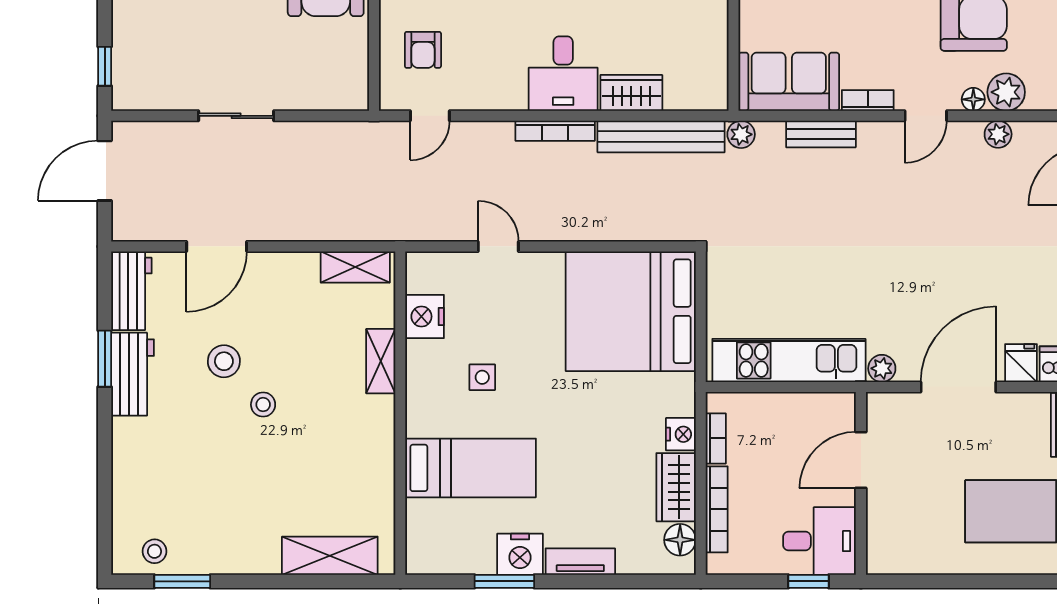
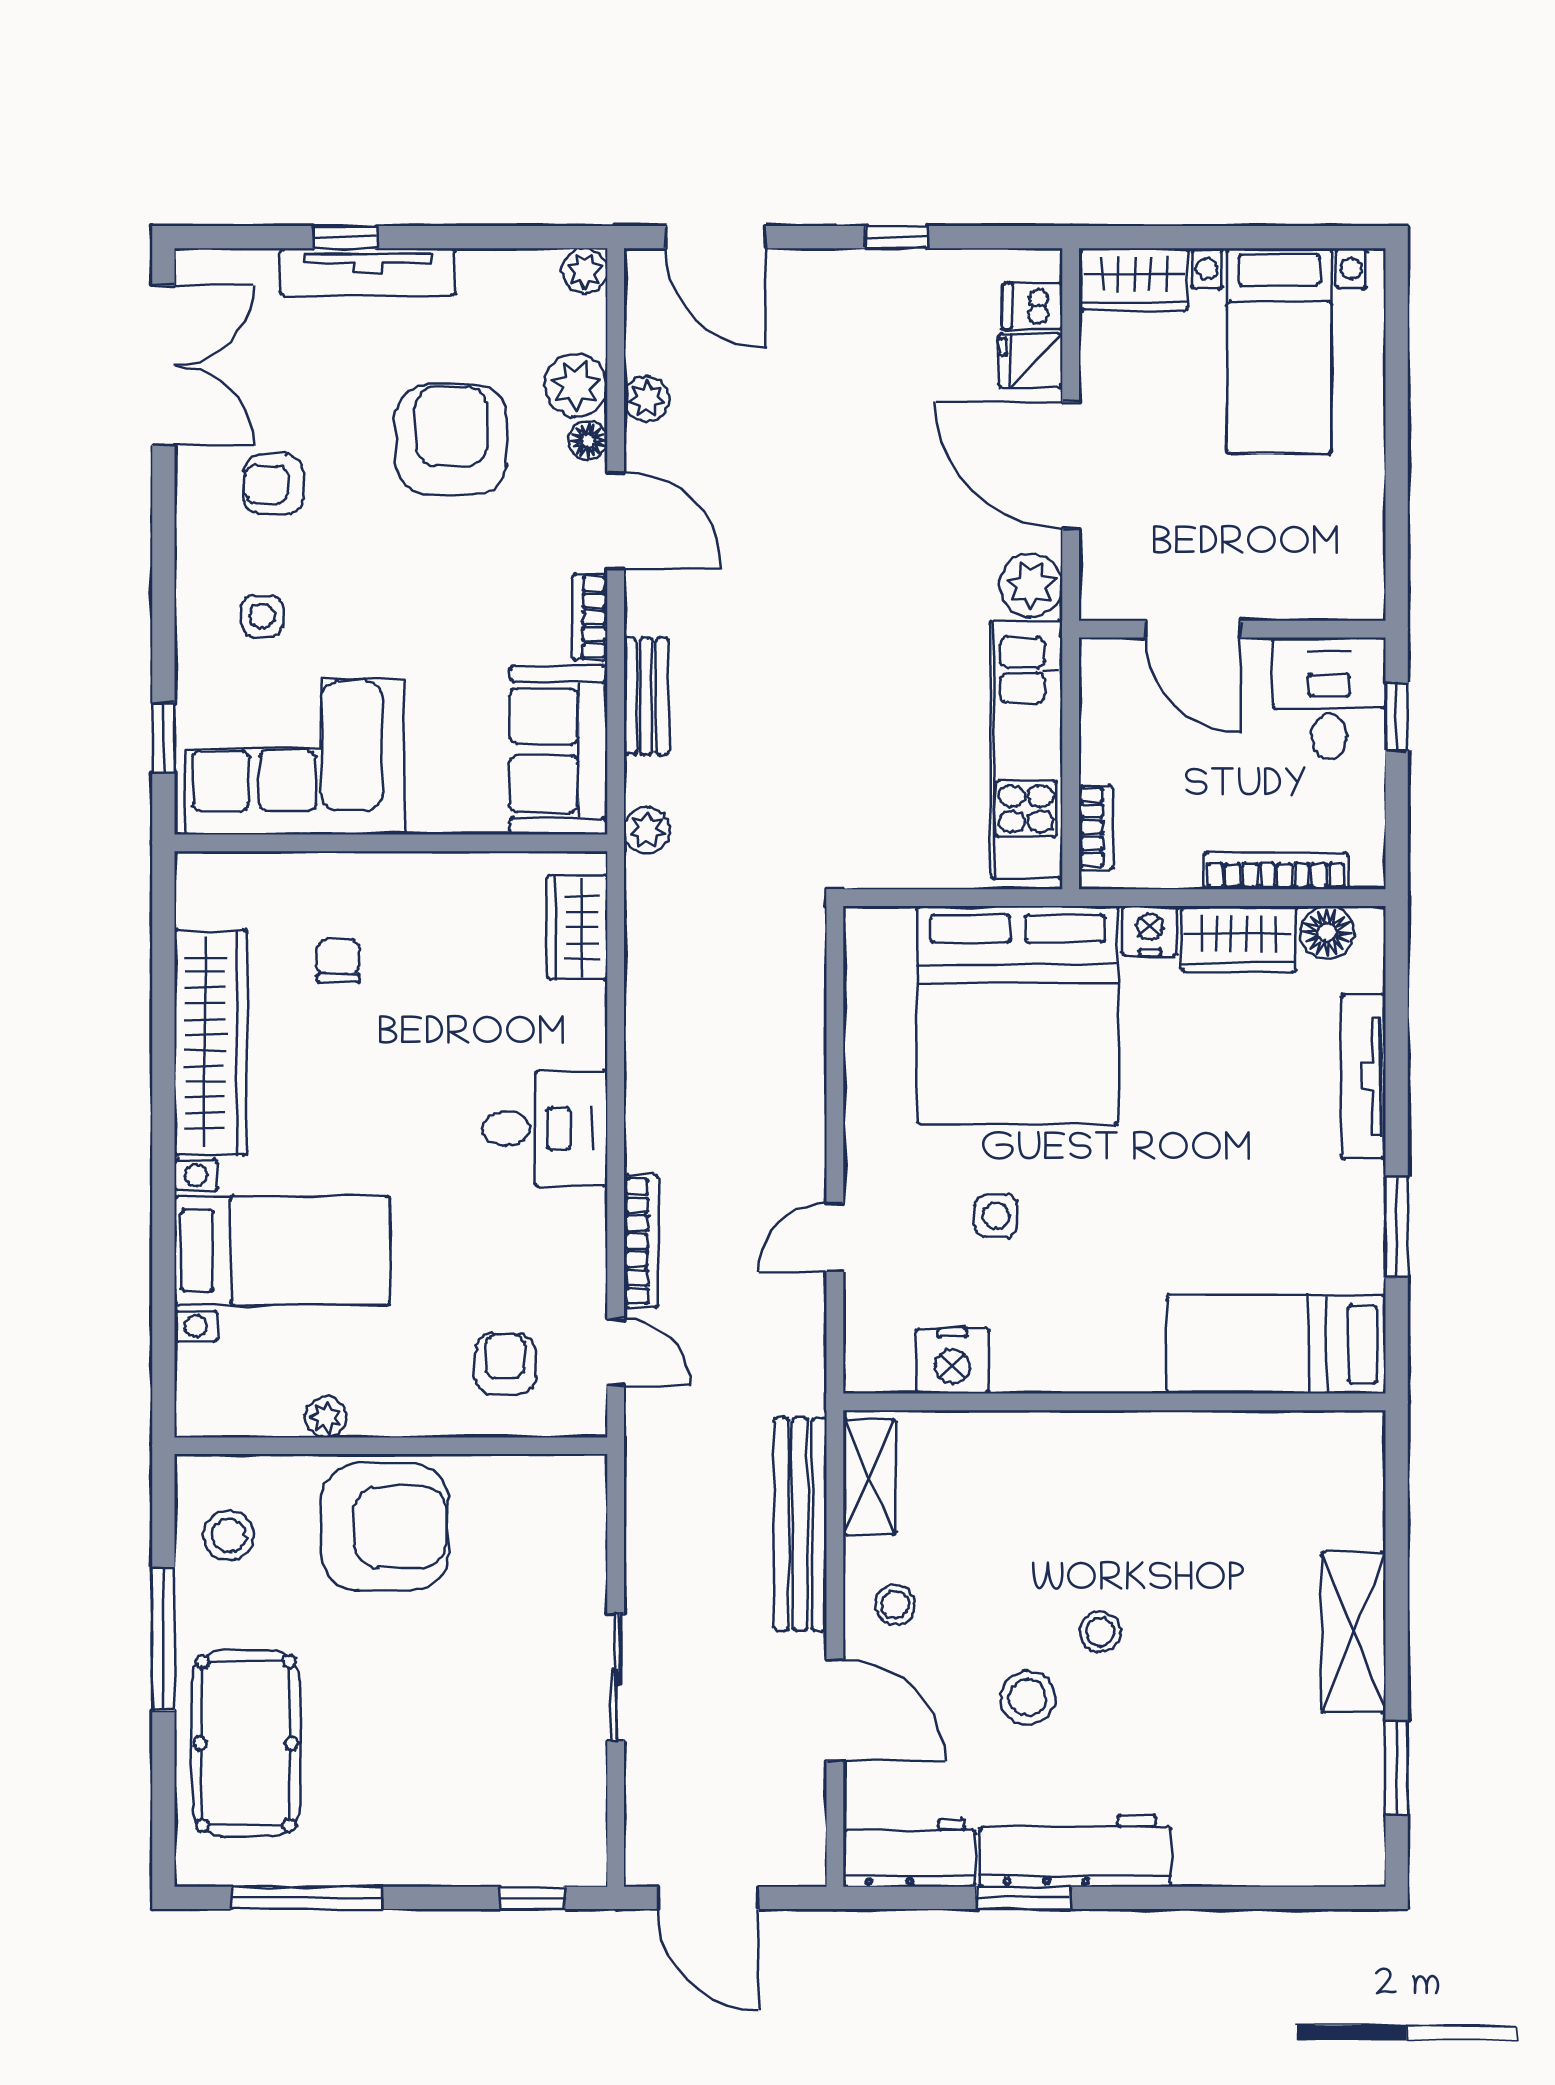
armchair: (423, 50) -> (505, 1364), turned -90
wardrobe: (631, 93) -> (577, 928), moved
door: (926, 116) -> (616, 520), width x1.38
bookcase: (555, 131) -> (641, 1241), moved
bench: (661, 137) -> (800, 1524), moved
bed: (631, 311) -> (1018, 1015), moved
shelving: (381, 361) -> (1027, 1435), removed
plant: (882, 368) -> (1031, 585), width x1.38, depth x1.38
workbench: (133, 374) -> (1075, 1851), width x1.37
side table: (482, 377) -> (996, 1216), moved
bookcase: (716, 438) -> (1096, 827), moved, turned 90
bed: (471, 468) -> (1276, 1344), moved, turned -90
stool: (154, 551) -> (895, 1605), moved
nightstand: (520, 554) -> (1351, 1201), removed
shelving: (330, 556) -> (1354, 1632), moved
tv unit: (580, 562) -> (1363, 1076), width x1.41

